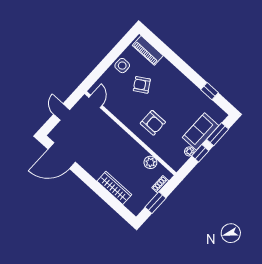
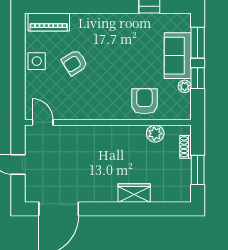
armchair: (153, 123) -> (144, 101), moved, turned -90
wardrobe: (114, 188) -> (134, 193), width x0.67

